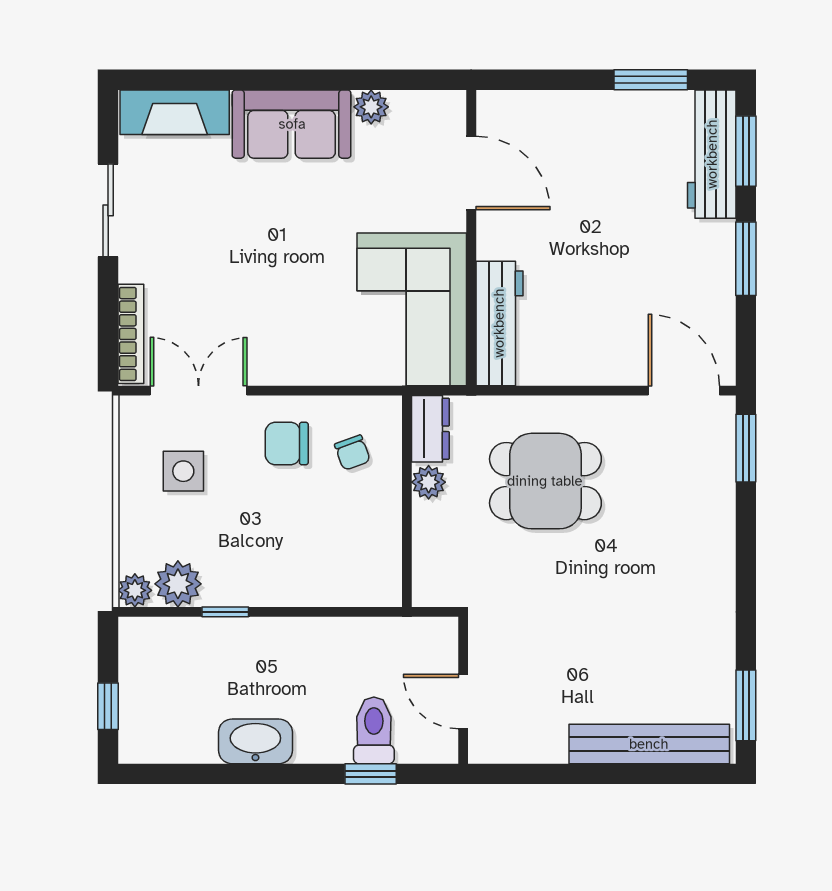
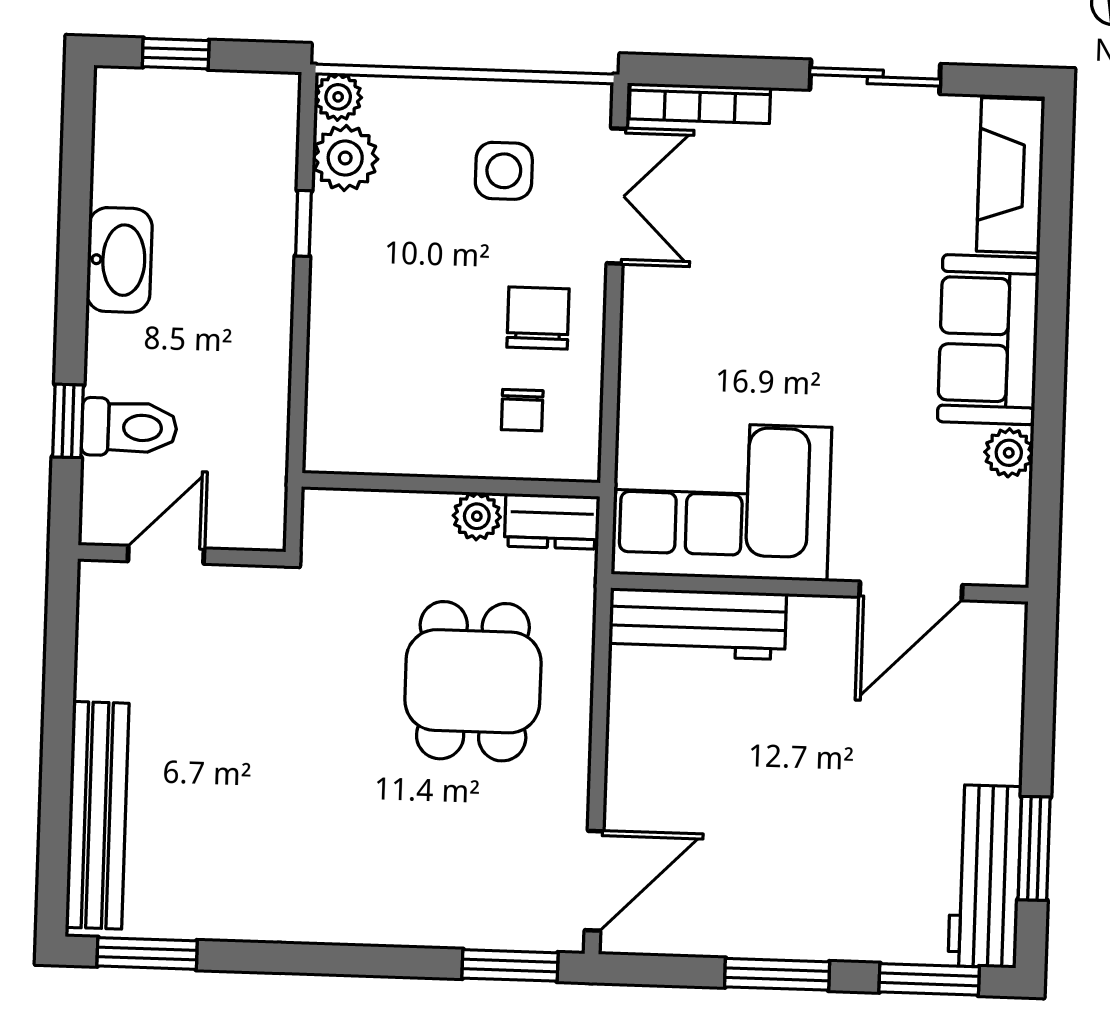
workbench: (712, 154) -> (985, 876), moved, turned -90
chair: (352, 453) -> (522, 410), turned -70

